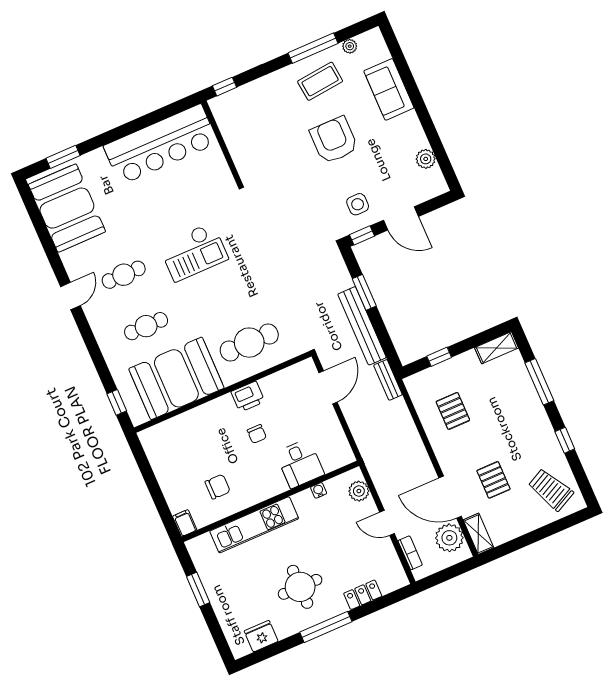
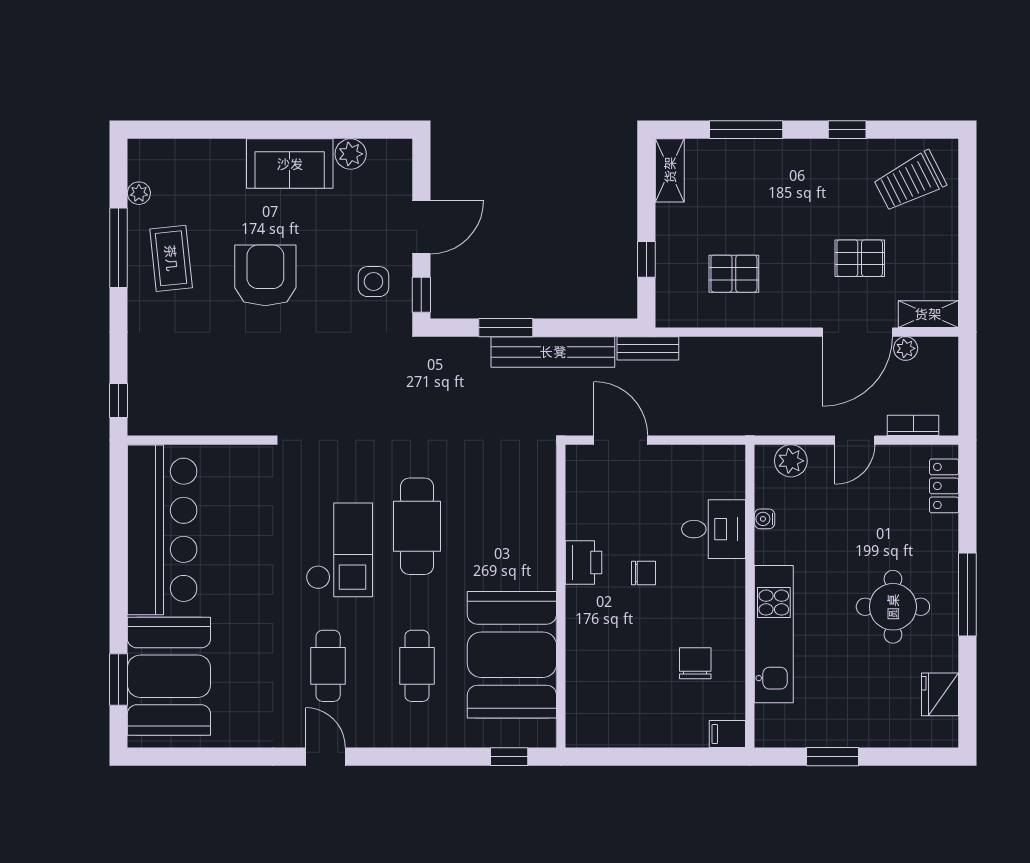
sofa: (389, 89) -> (290, 164), moved
armchair: (334, 140) -> (265, 275), turned 90
booth: (67, 208) -> (169, 676), moved, turned 90
cafe table: (249, 343) -> (417, 526), moved
plant: (449, 538) -> (906, 348), width x0.53, depth x0.53
locker: (363, 595) -> (944, 486), moved

